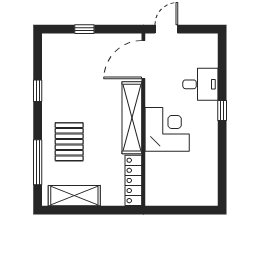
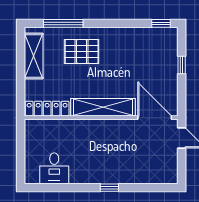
desk: (200, 84) -> (54, 168), moved
window: (38, 91) -> (161, 23), moved
corner desk: (167, 129) -> (92, 139), removed

